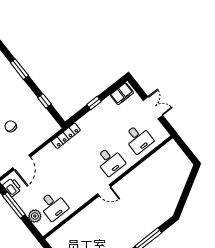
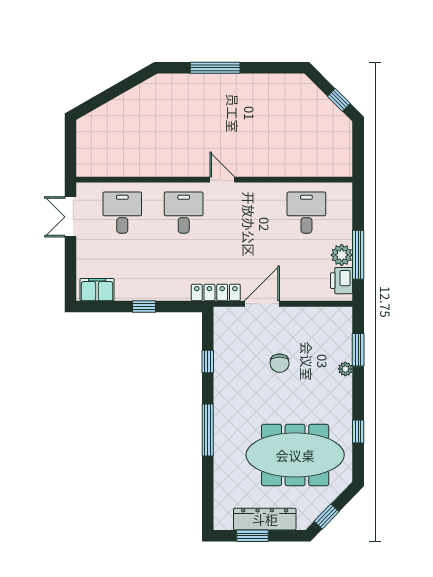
window: (19, 69) -> (208, 430), width x1.44
double door: (153, 108) -> (71, 217), moved
door: (22, 162) -> (262, 304), moved
plant: (35, 216) -> (342, 255), moved

